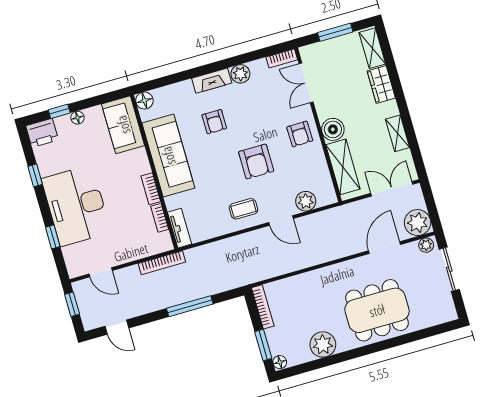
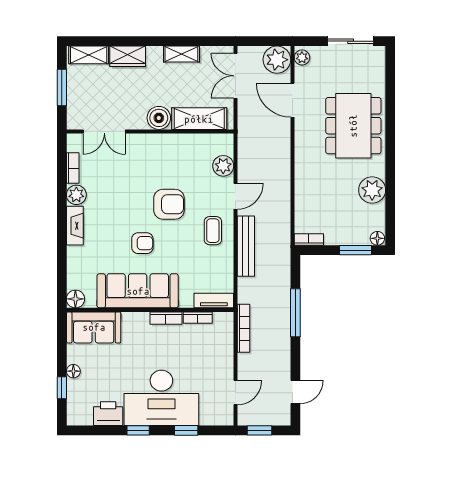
bookcase: (282, 58) -> (73, 168), moved
armchair: (214, 122) -> (142, 243), moved
printer: (42, 133) -> (108, 414), moved, turned -90
armchair: (300, 134) -> (154, 153), removed
window: (35, 175) -> (138, 430), moved
bench: (238, 243) -> (246, 246), added
sliding door: (449, 269) -> (351, 41), moved
bookcase: (263, 307) -> (309, 240), width x0.64

